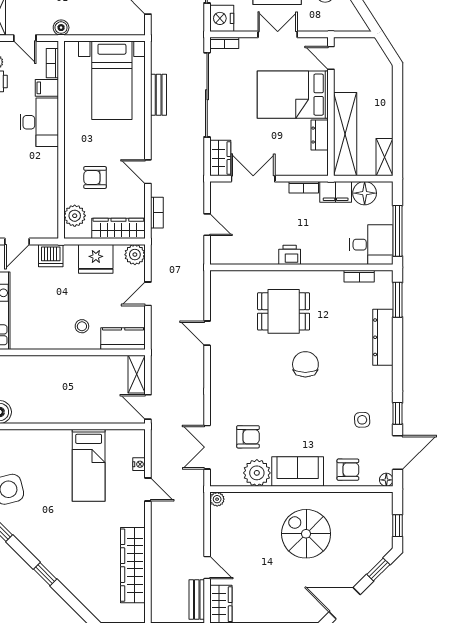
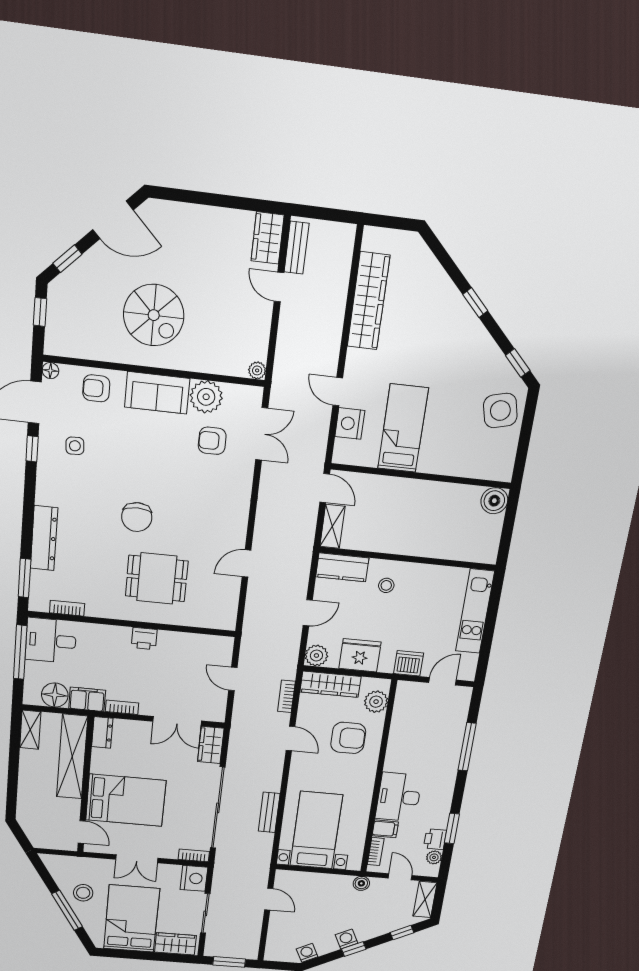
dresser: (320, 135) -> (102, 732), moved
armchair: (95, 177) -> (348, 738), width x1.38, depth x1.38
door: (207, 333) -> (246, 563), swing flipped
nightstand: (139, 464) -> (350, 424), width x1.89, depth x1.79

